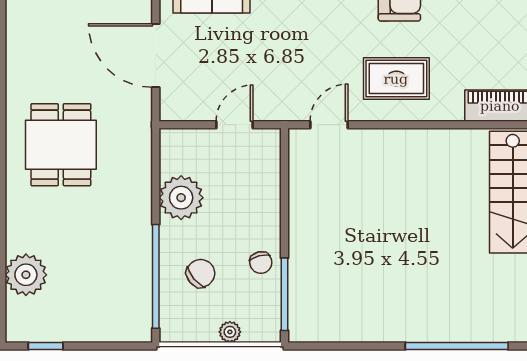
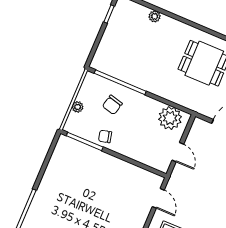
plant: (181, 198) -> (170, 118), moved
chair: (201, 273) -> (112, 105), turned 54
plant: (26, 275) -> (155, 16), width x0.53, depth x0.53

